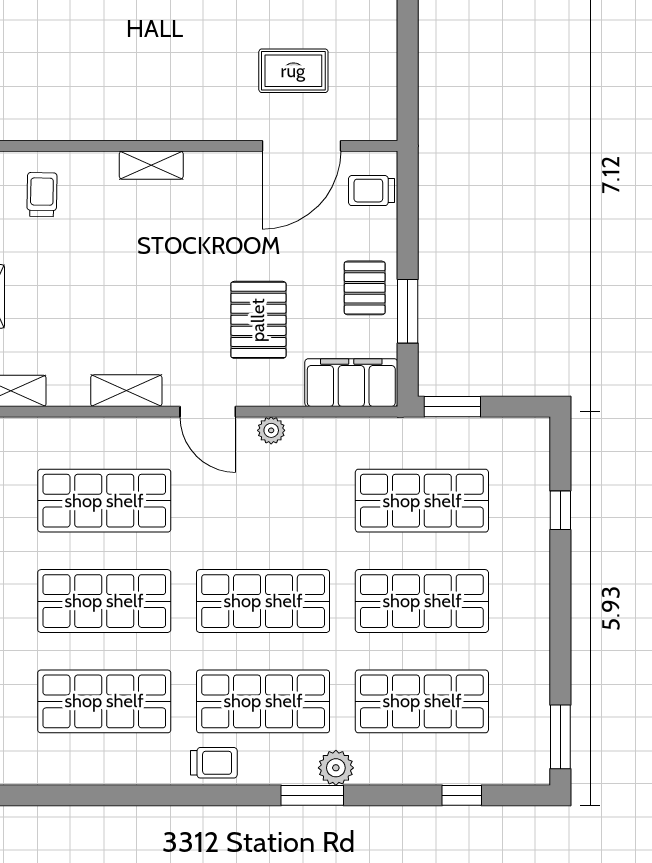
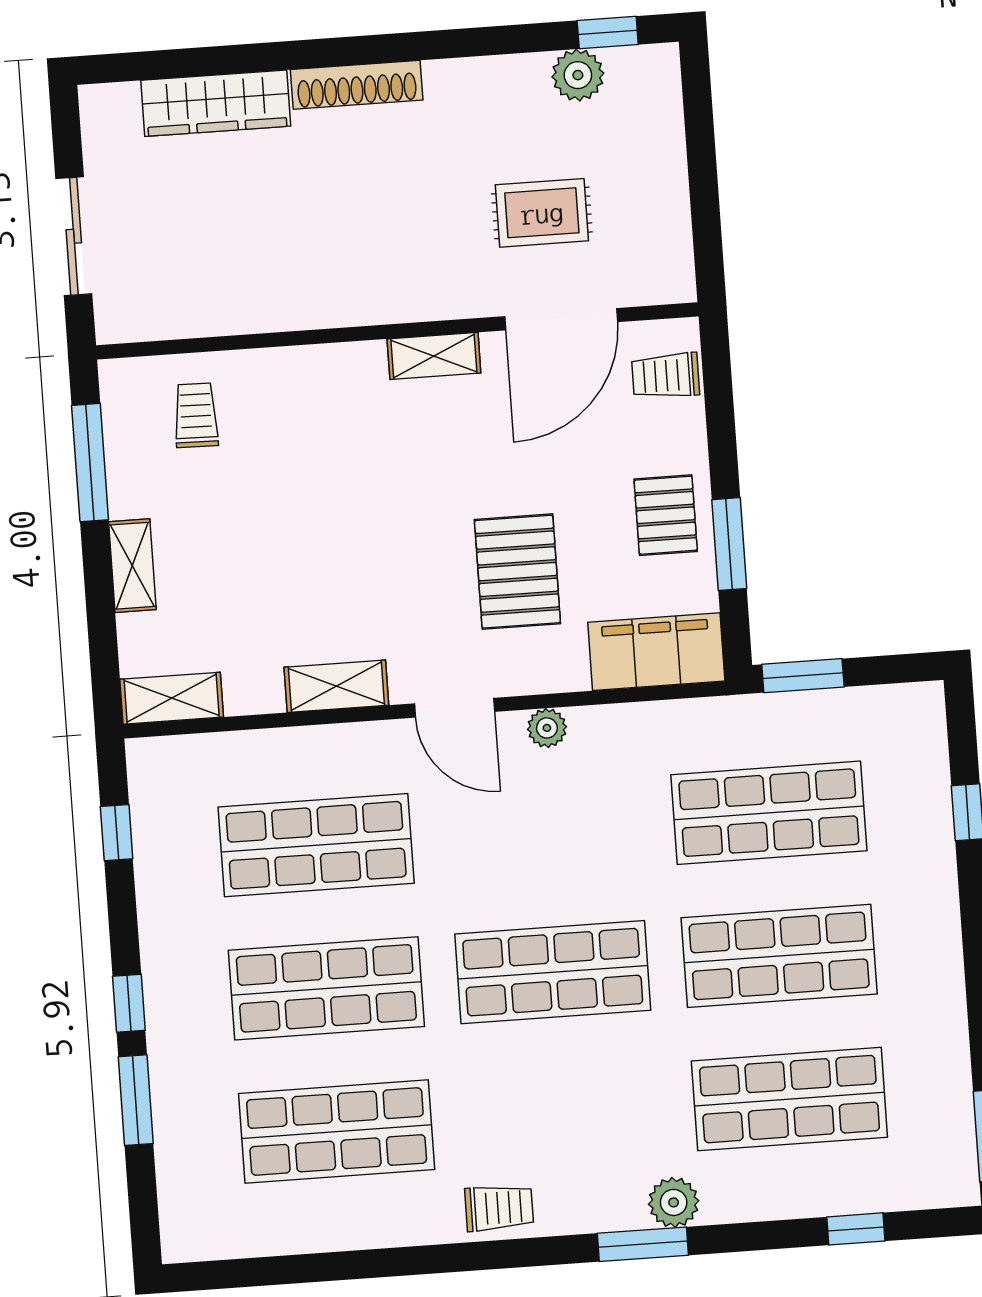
shelving: (151, 165) -> (434, 356), moved
shop shelf: (263, 701) -> (563, 1115), removed

